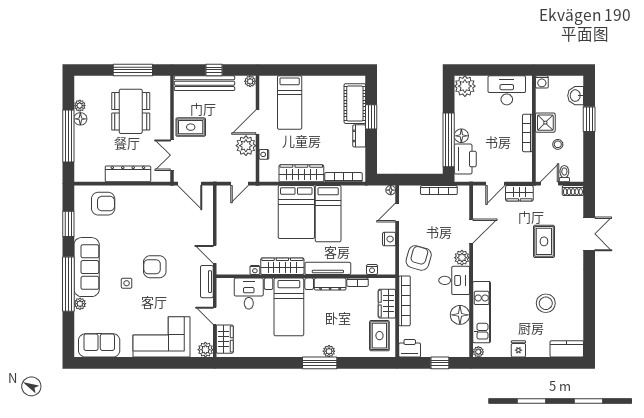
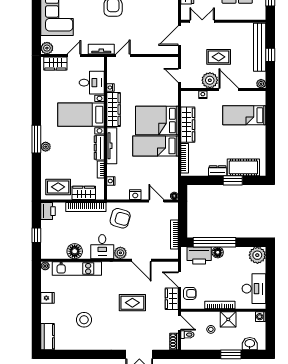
rug: (191, 127) -> (219, 57), moved, turned 90
armchair: (513, 171) -> (190, 293), added
rug: (544, 241) -> (132, 303), moved

